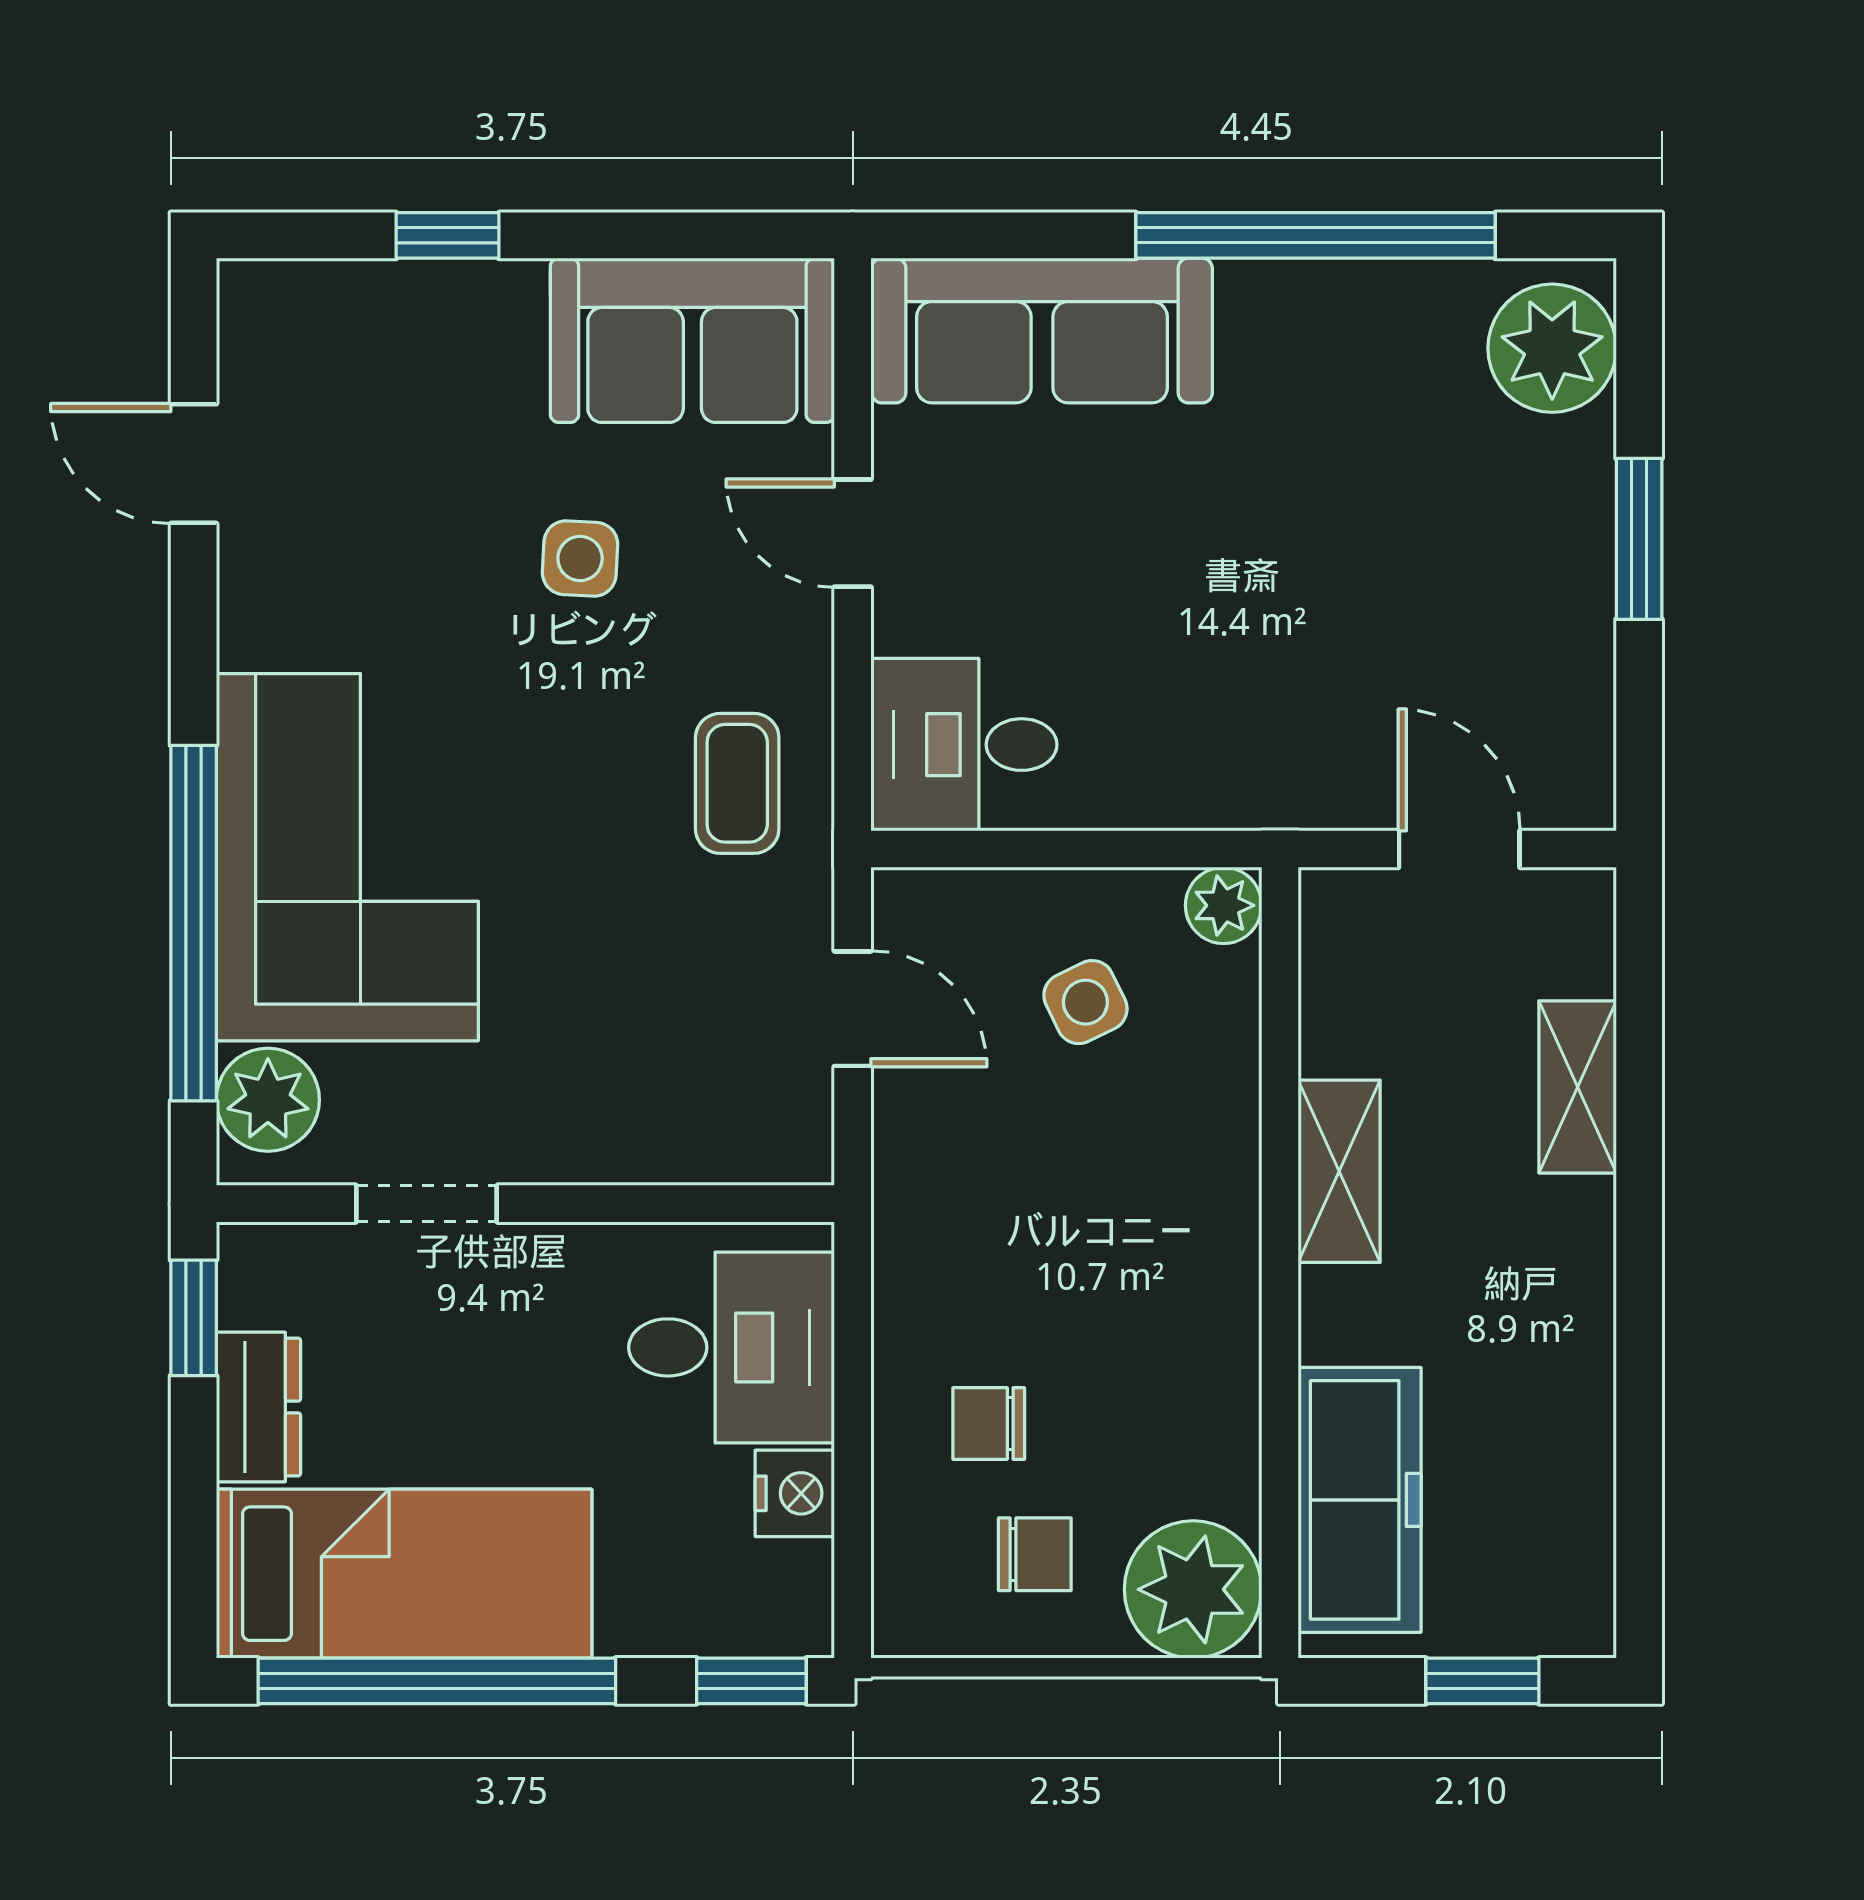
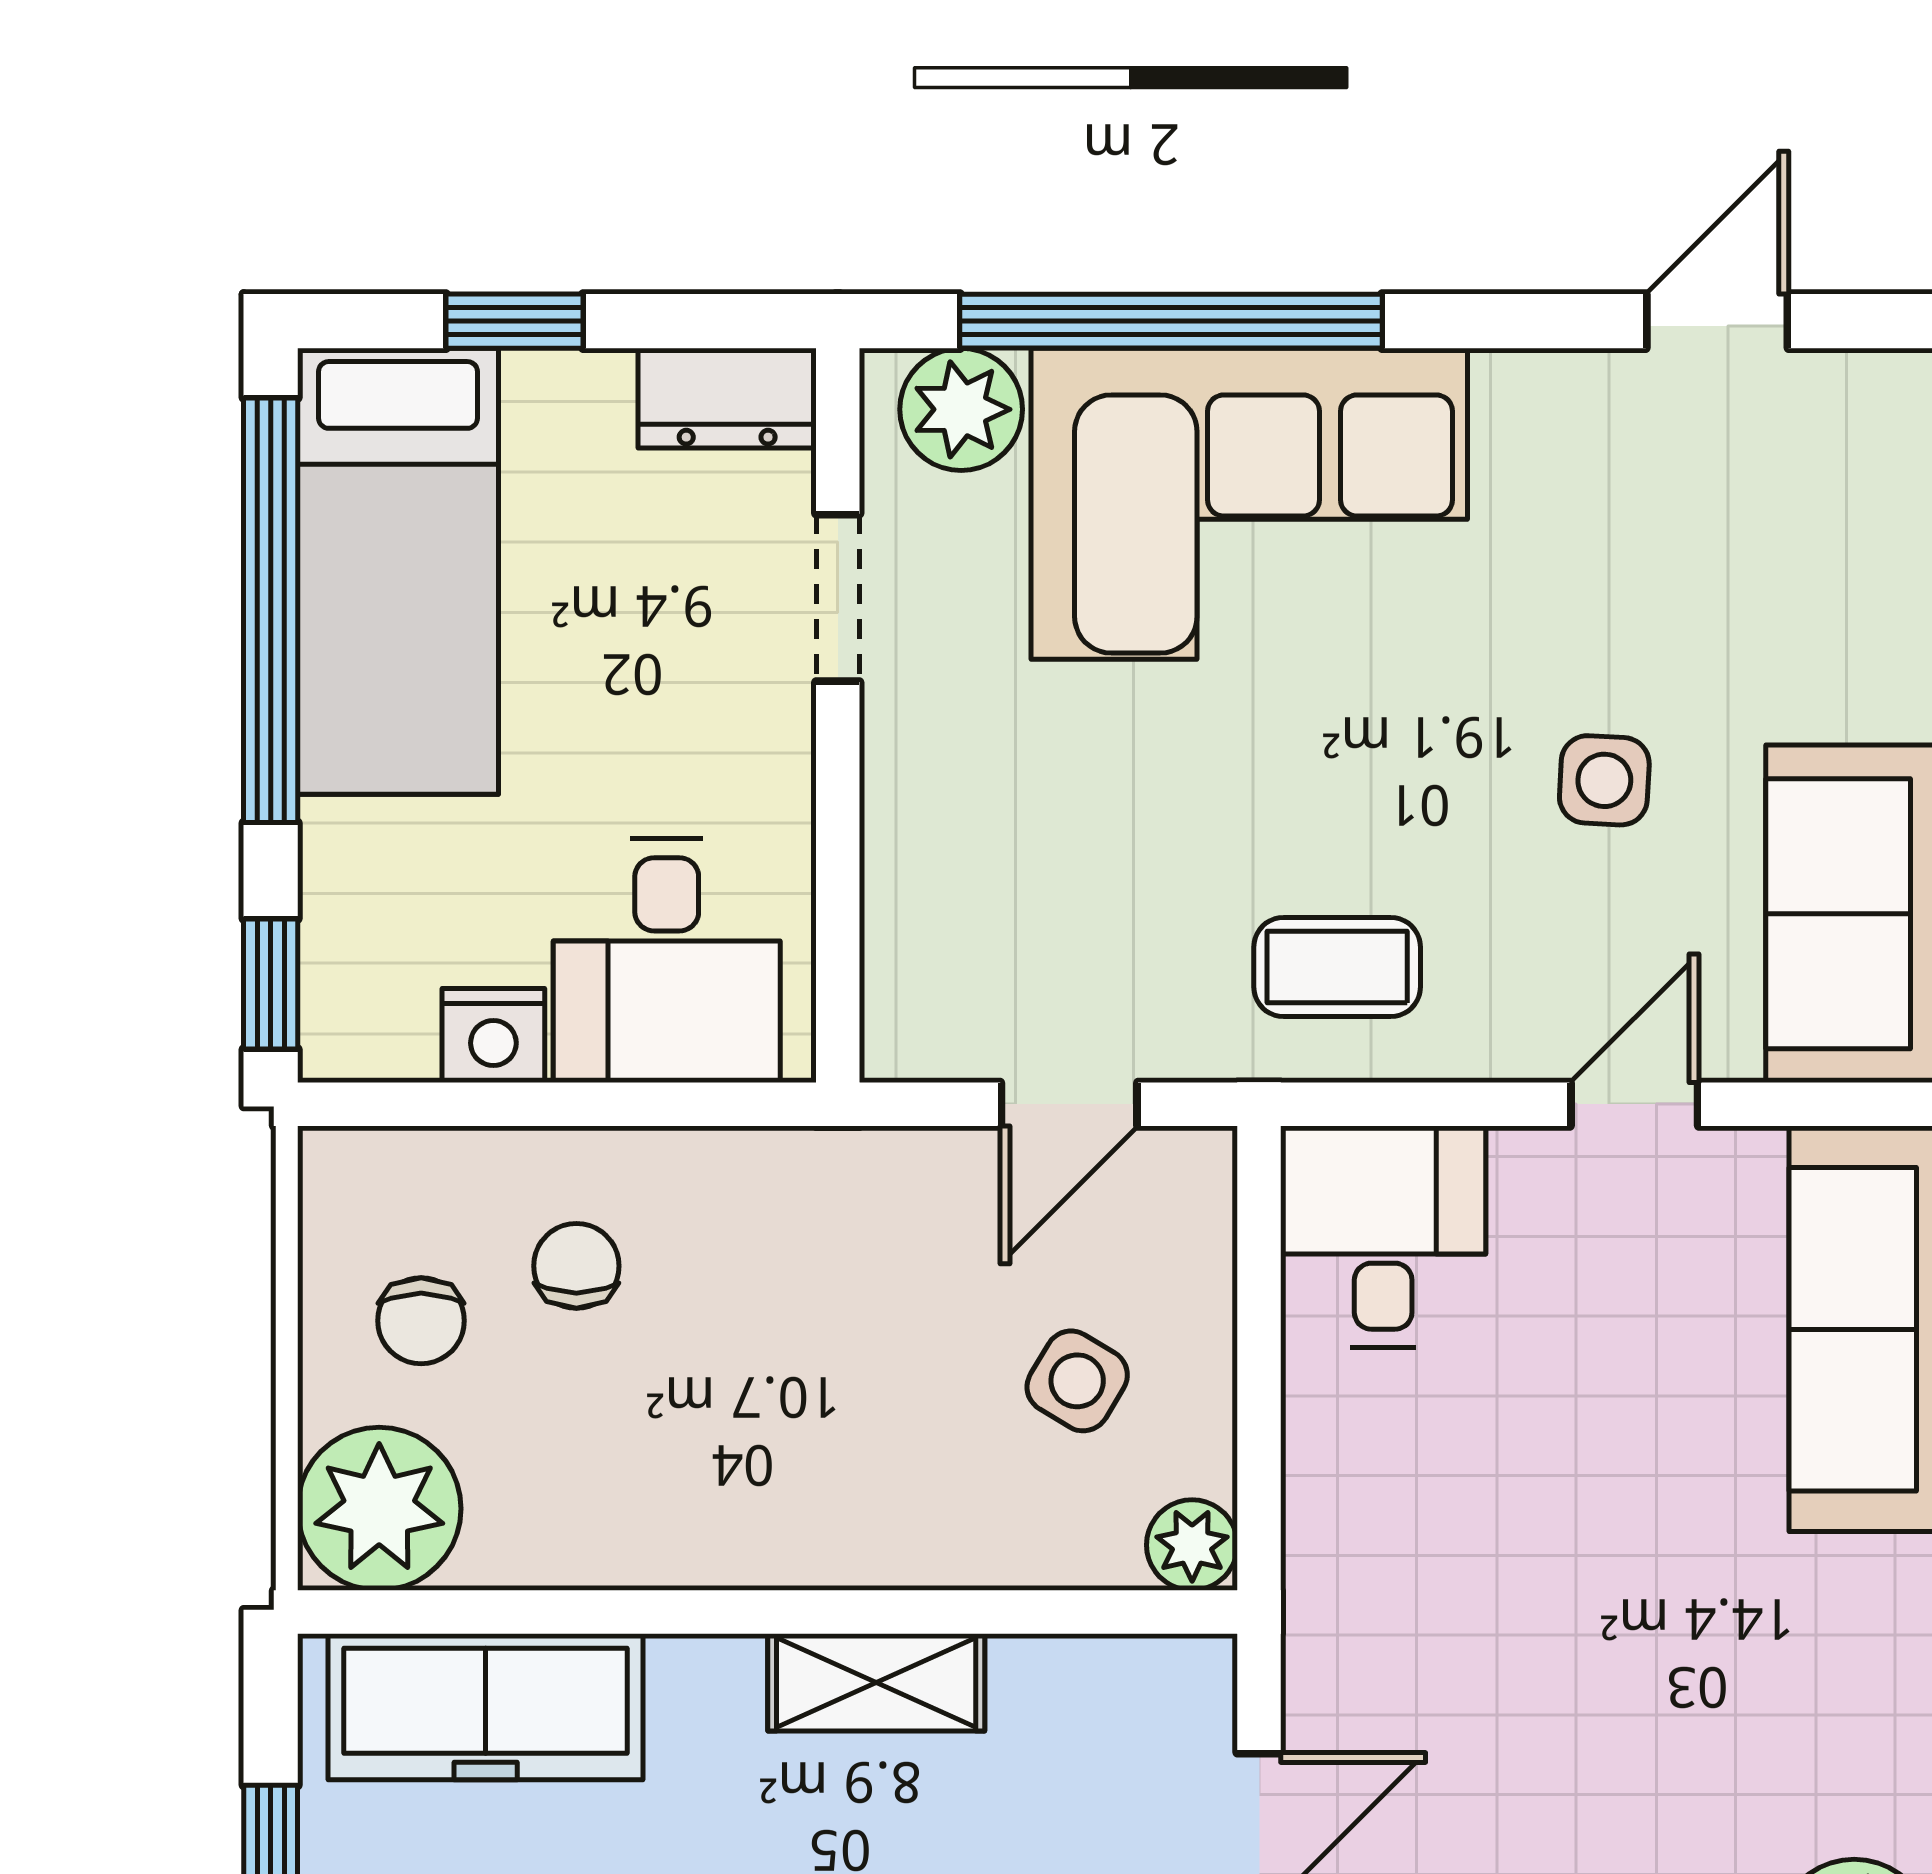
side table: (1085, 1002) -> (1077, 1381), turned -33
window: (194, 1318) -> (514, 321), moved
dresser: (258, 1407) -> (727, 398), moved

